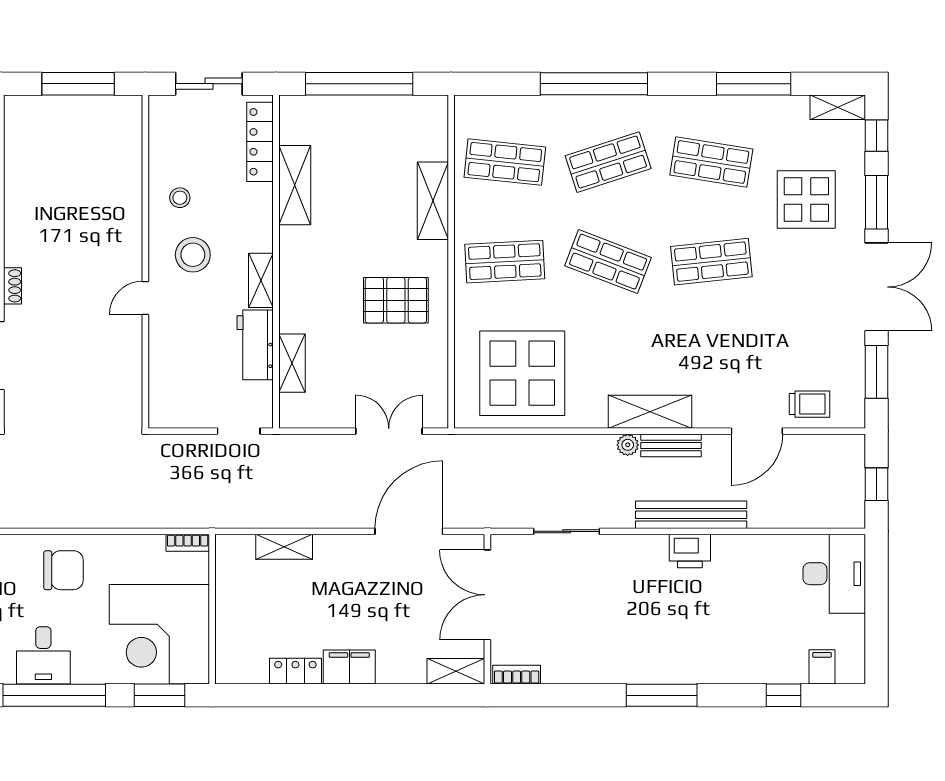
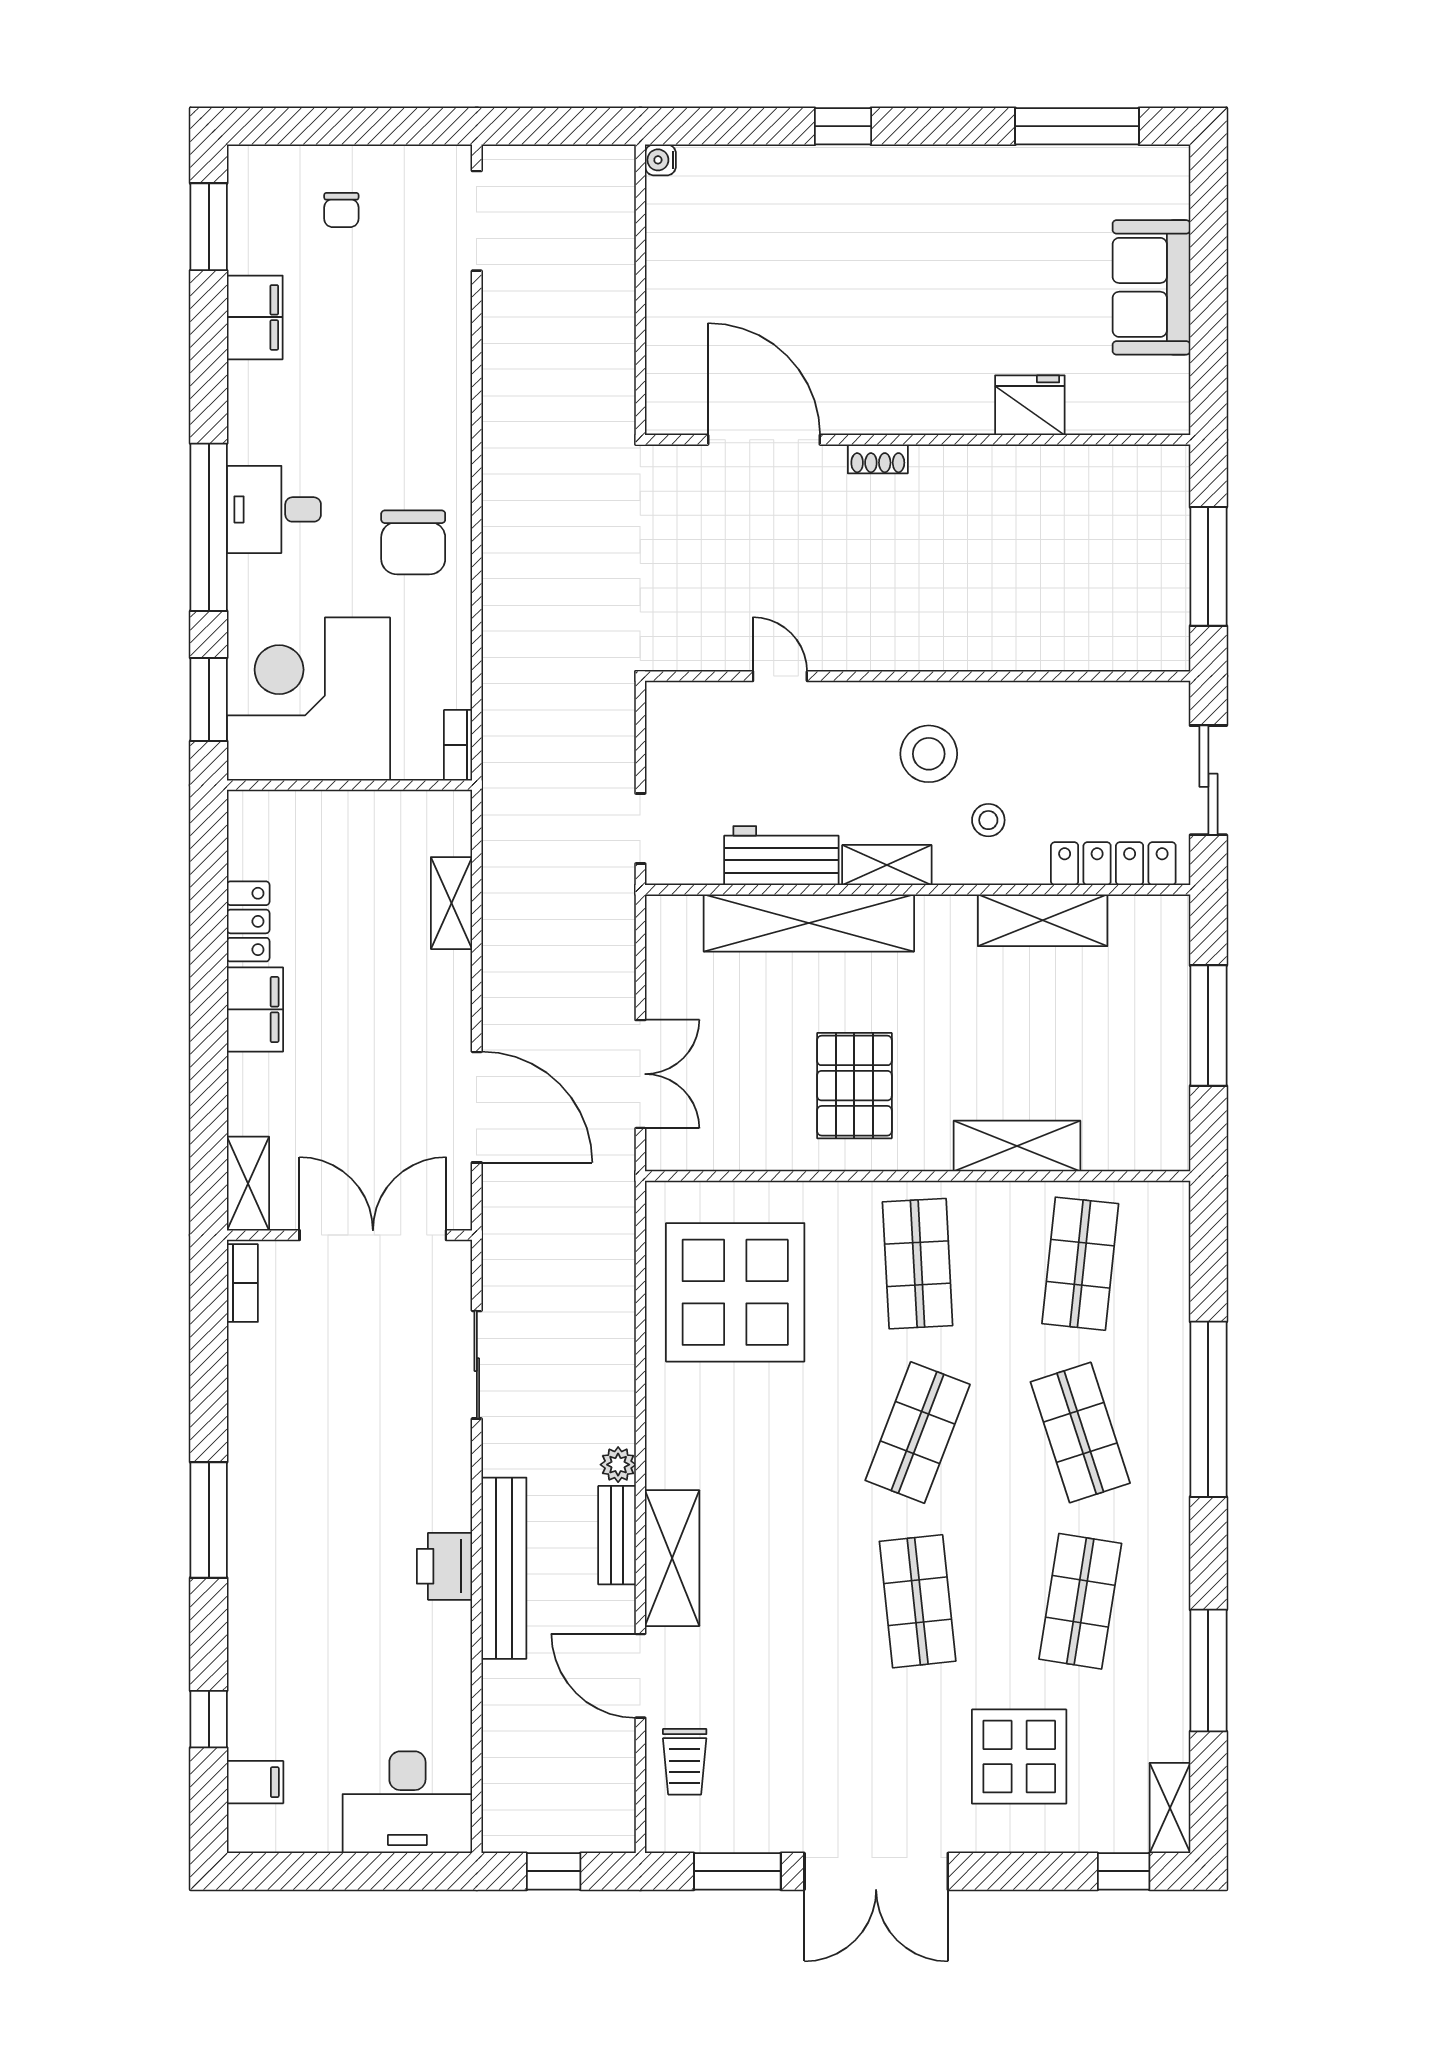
window: (359, 84) -> (1208, 1026), width x0.68
stool: (180, 198) -> (988, 820), moved
window: (877, 202) -> (1014, 1871), removed
door: (145, 298) -> (780, 676), moved
shelving: (292, 363) -> (809, 923), width x2.20, depth x1.33
shelving: (650, 412) -> (672, 1558), moved

